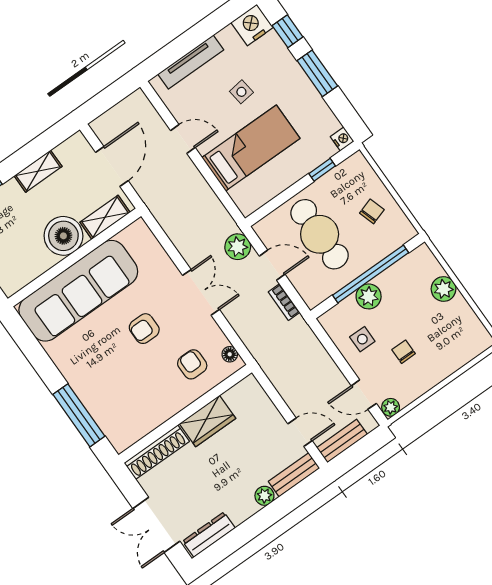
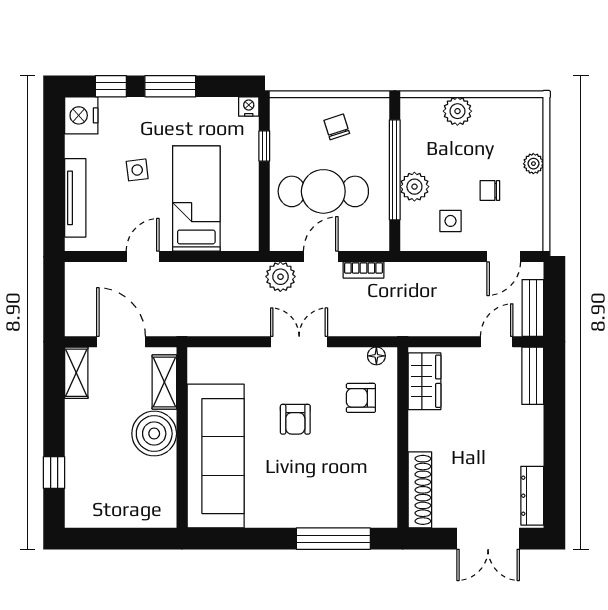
shelving: (38, 171) -> (76, 373), moved
plant: (391, 407) -> (533, 164), moved
wardrobe: (208, 421) -> (424, 381), moved
plant: (264, 496) -> (533, 418), removed

